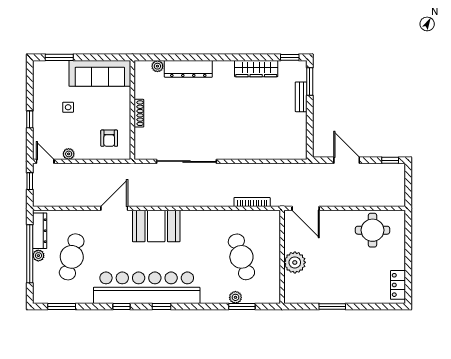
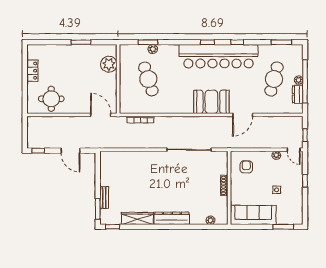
dresser: (188, 69) -> (172, 218), moved
dresser: (40, 231) -> (298, 94), width x0.70
plant: (295, 262) -> (109, 64), moved
locker: (398, 285) -> (32, 71), moved

